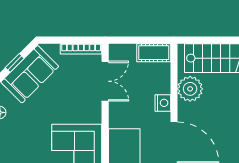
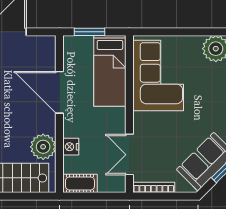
nightstand: (163, 103) -> (71, 147), moved

